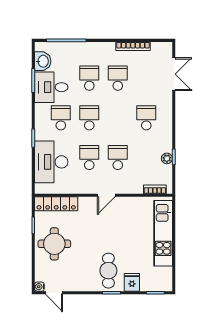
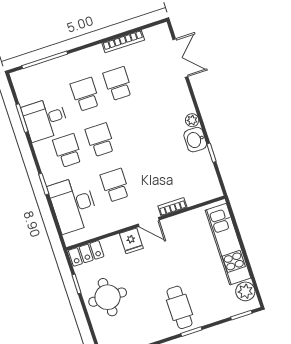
washbasin: (43, 61) -> (195, 140), moved, turned 180
school desk: (146, 118) -> (165, 118), removed
school desk: (118, 158) -> (148, 175), removed
plant: (167, 158) -> (192, 120), moved
bookcase: (155, 189) -> (172, 207), moved
door: (106, 195) -> (149, 222), hinge flipped
locker: (56, 204) -> (86, 253), width x0.66
plant: (164, 275) -> (245, 291), added
fridge: (132, 282) -> (131, 241), moved, turned 180

